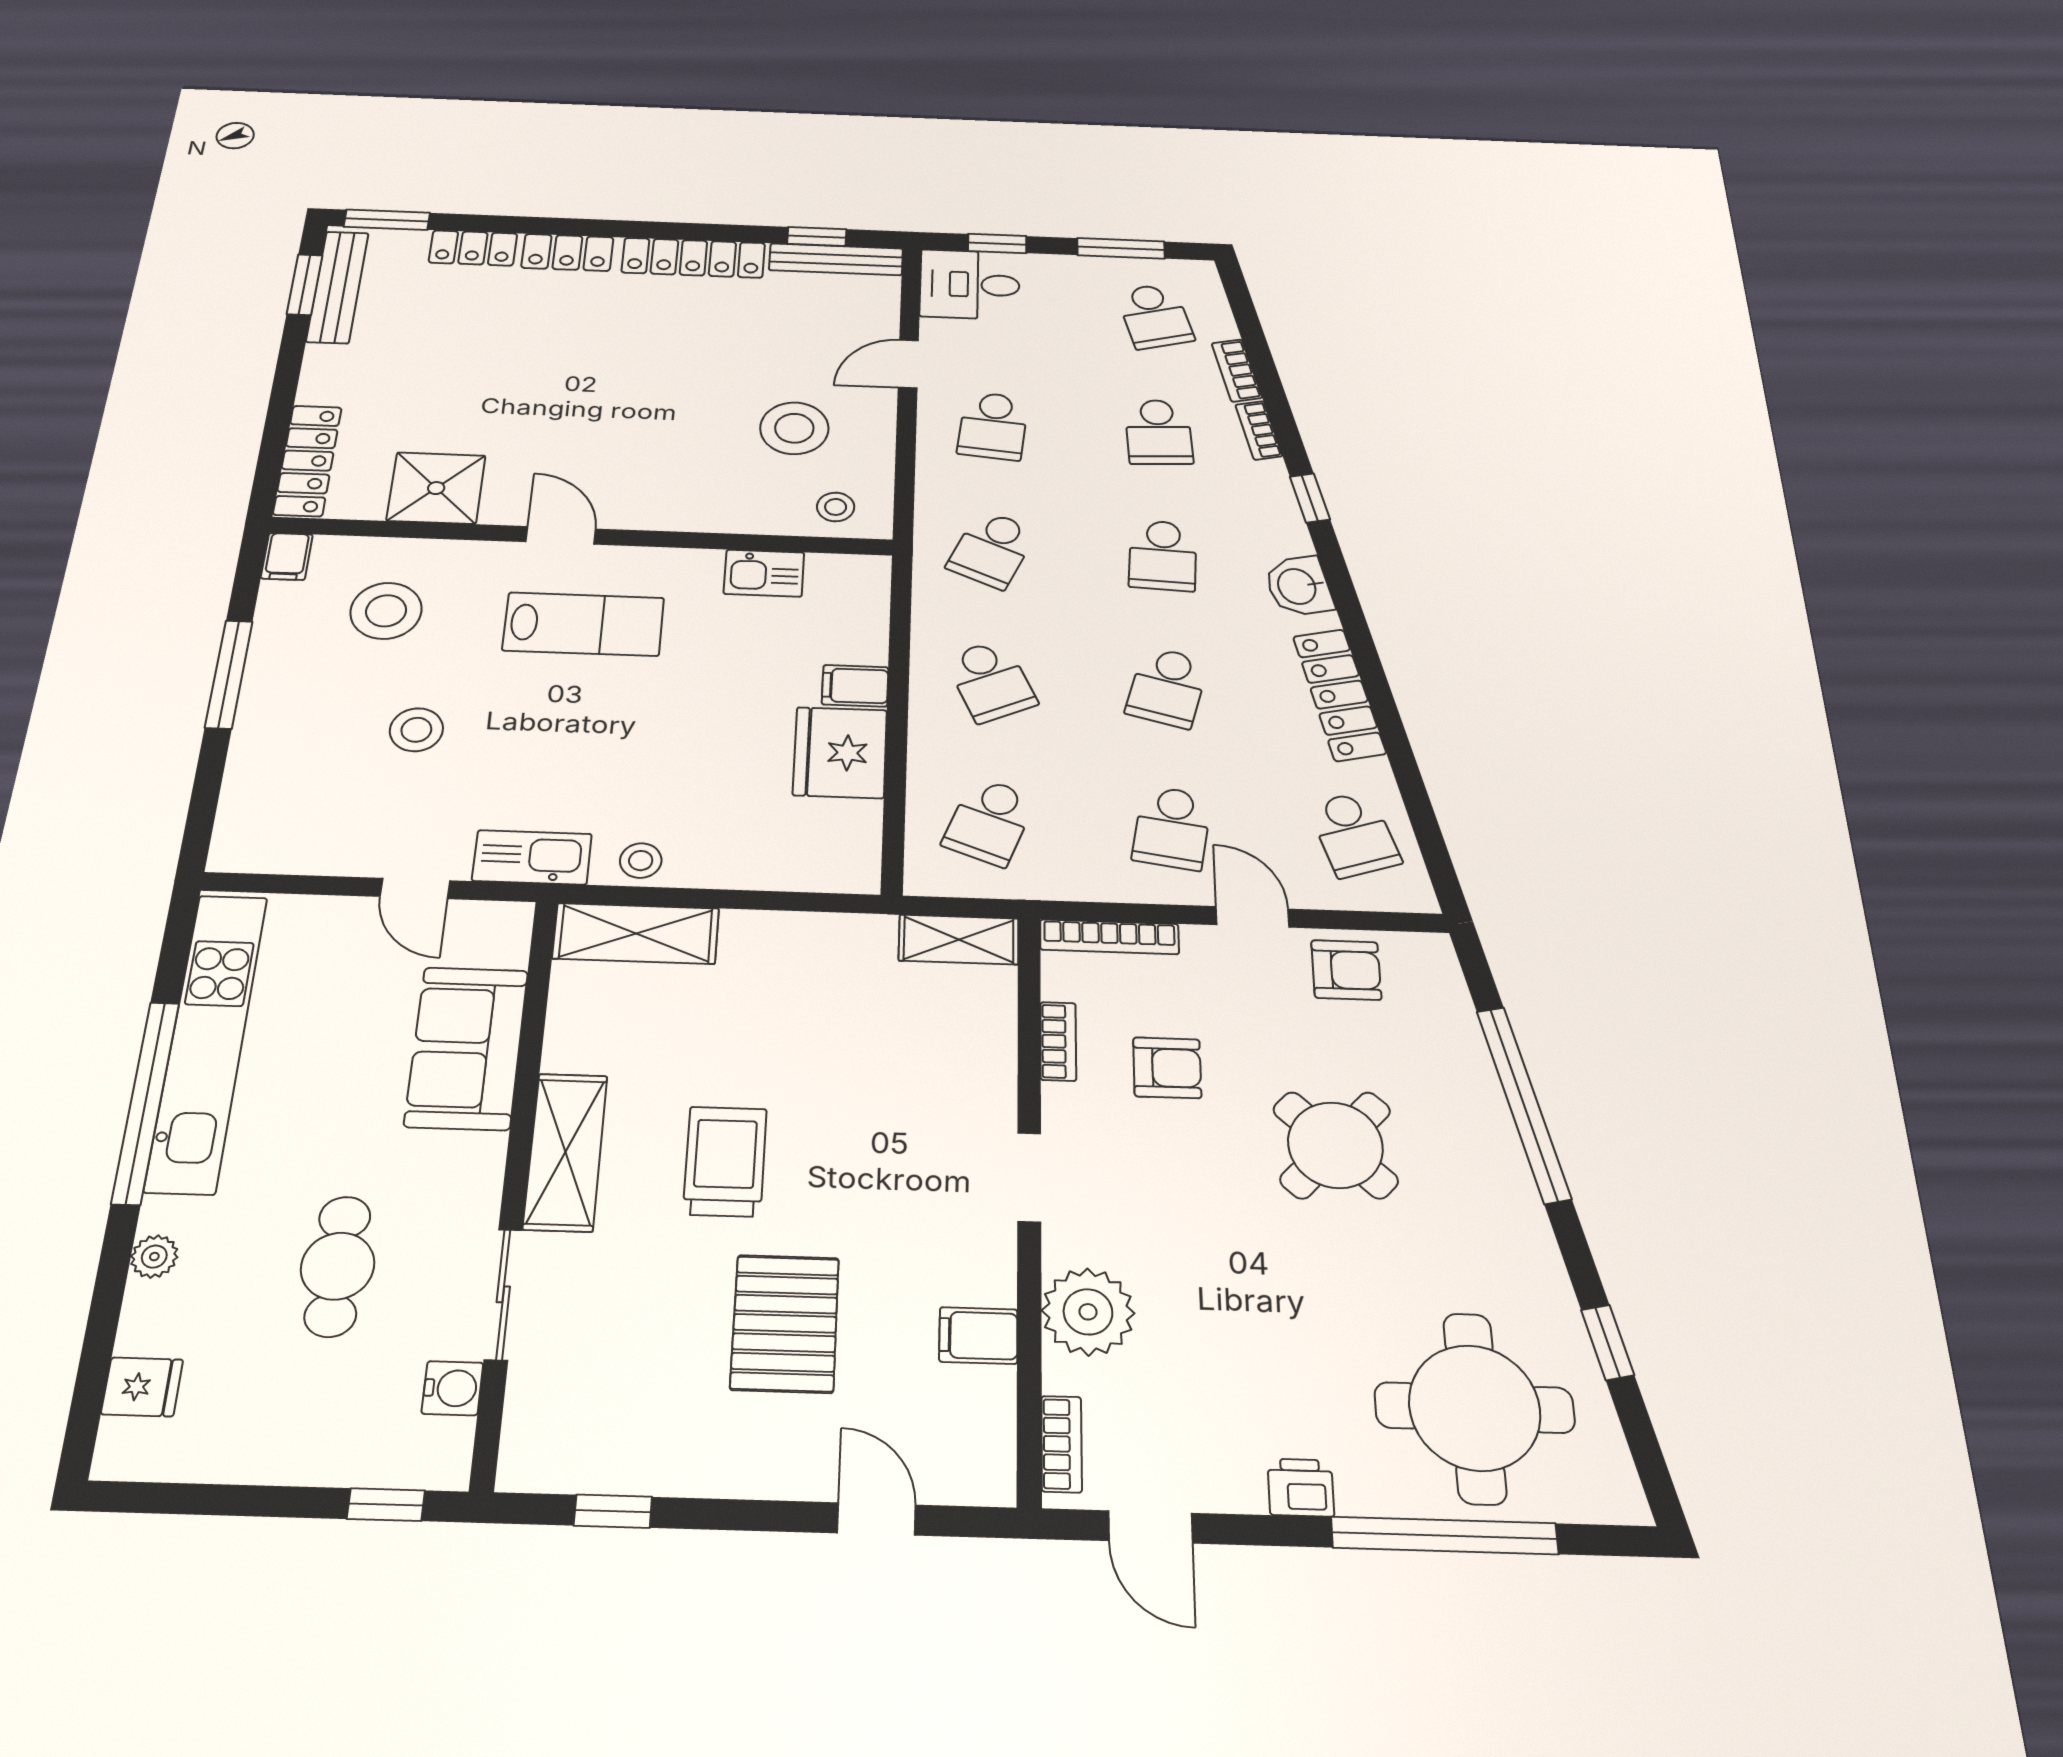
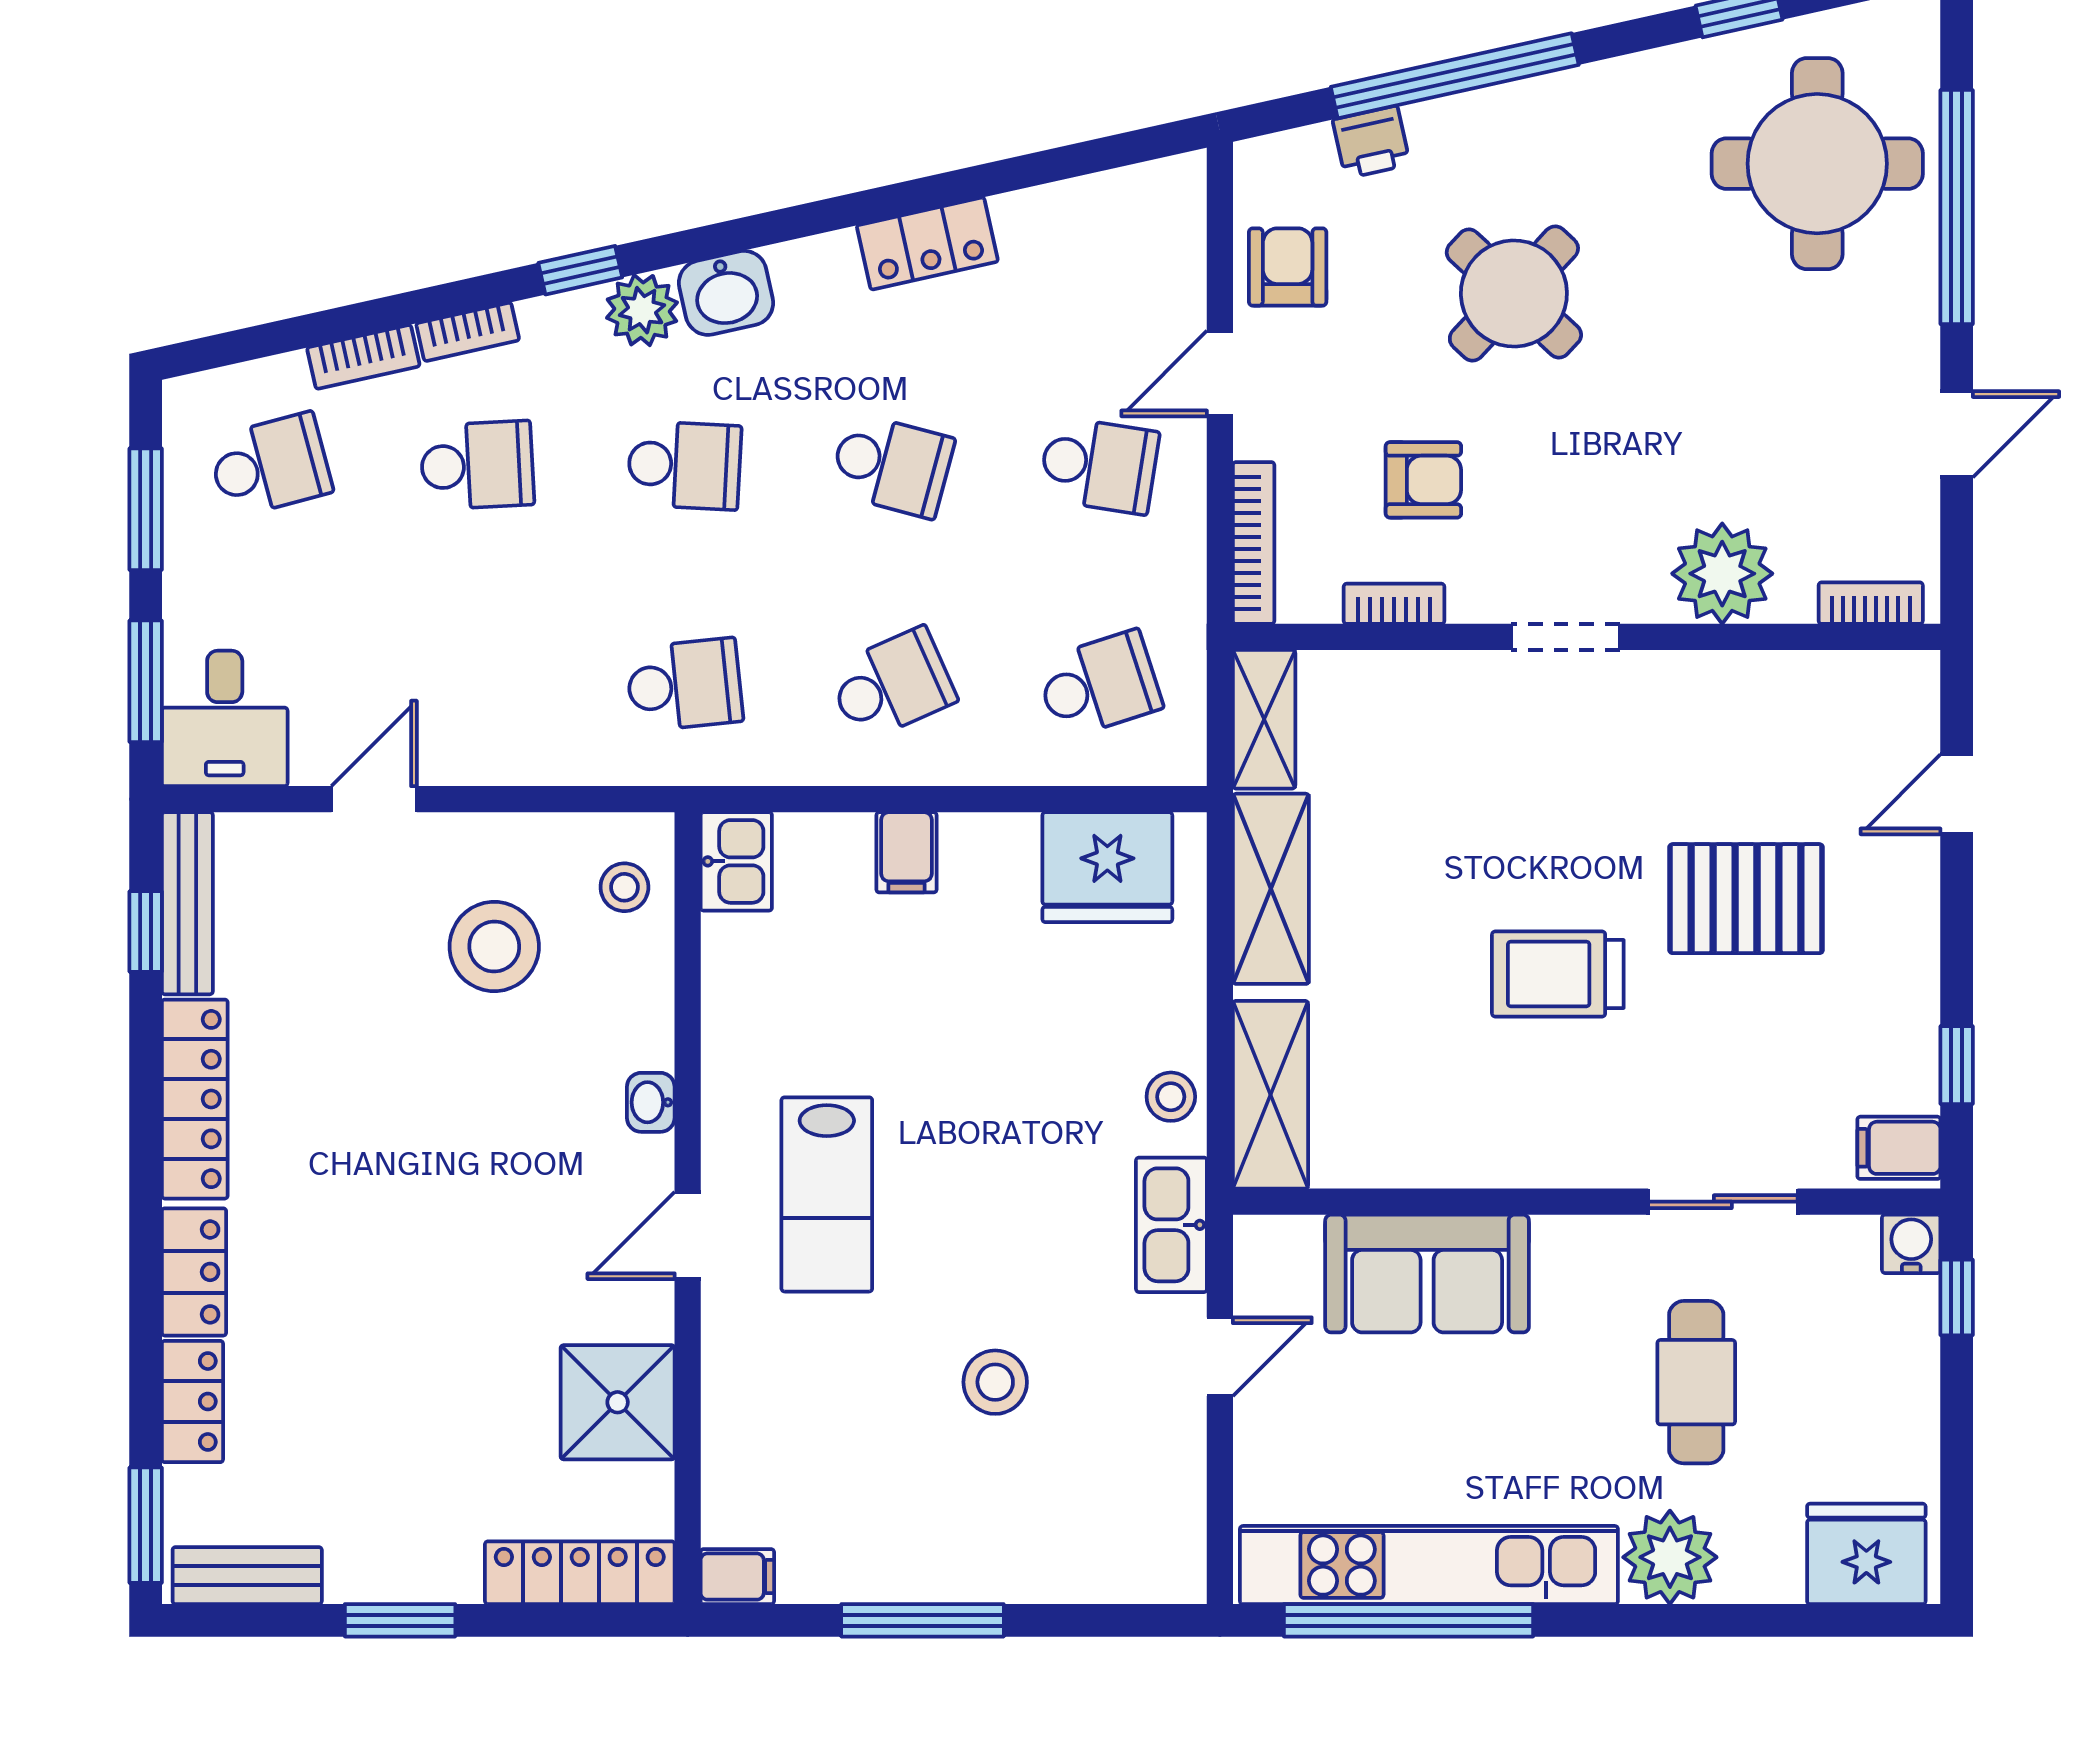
window: (997, 244) -> (146, 681), width x1.50
window: (305, 285) -> (400, 1620), moved
bench: (338, 287) -> (247, 1576), width x0.73
door: (908, 364) -> (374, 799), swing flipped
school desk: (993, 426) -> (477, 685), removed
washbasin: (667, 517) -> (651, 1102), added
plant: (1282, 534) -> (642, 310), added
school desk: (992, 549) -> (684, 685), turned -30
kitchen sink: (764, 573) -> (736, 861), moved
stool: (386, 611) -> (817, 1441), removed
lab bench: (583, 624) -> (827, 1194), turned 180
locker: (1339, 695) -> (927, 244), width x0.66
fridge: (840, 752) -> (1107, 867), moved
school desk: (989, 821) -> (1099, 685), turned -39
school desk: (1354, 834) -> (1099, 246), removed
armchair: (1167, 1068) -> (1423, 480), turned 90
window: (146, 1102) -> (1408, 1620), moved
shelving: (565, 1152) -> (1271, 889), moved, turned 90
plant: (154, 1257) -> (1670, 1557), width x1.88, depth x1.88
cafe table: (338, 1266) -> (1696, 1382), turned 90
filing cabinet: (978, 1335) -> (1899, 1148), moved, turned 90
fridge: (142, 1387) -> (1866, 1554), width x1.88, depth x1.34
water cooler: (452, 1388) -> (1911, 1244), moved
printer: (1301, 1488) -> (1371, 142), moved, turned -103
door: (1150, 1527) -> (1957, 434), moved

